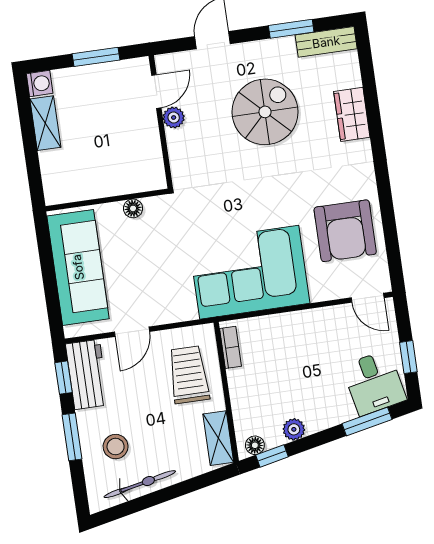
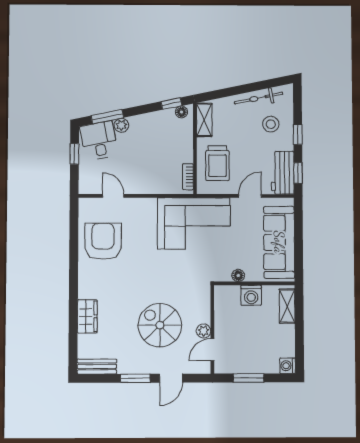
window: (291, 29) -> (135, 378), moved
spiral stairs: (265, 112) -> (160, 325), moved, turned 90
shelving: (45, 123) -> (287, 306), moved
washing machine: (109, 181) -> (251, 295), added
corner sofa: (249, 272) -> (194, 223), moved
door: (368, 298) -> (113, 196), moved
plant: (294, 429) -> (121, 125), moved
window: (72, 437) -> (298, 134), width x0.67

